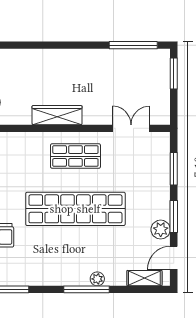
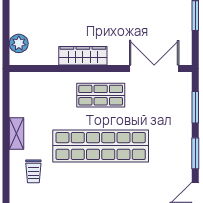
double door: (131, 128) -> (154, 68), width x1.37
plant: (161, 230) -> (183, 166), removed

